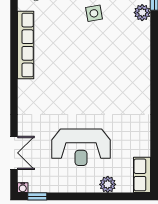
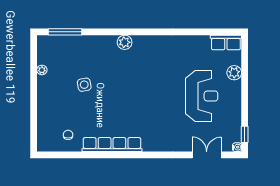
plant: (142, 13) -> (125, 42), moved

